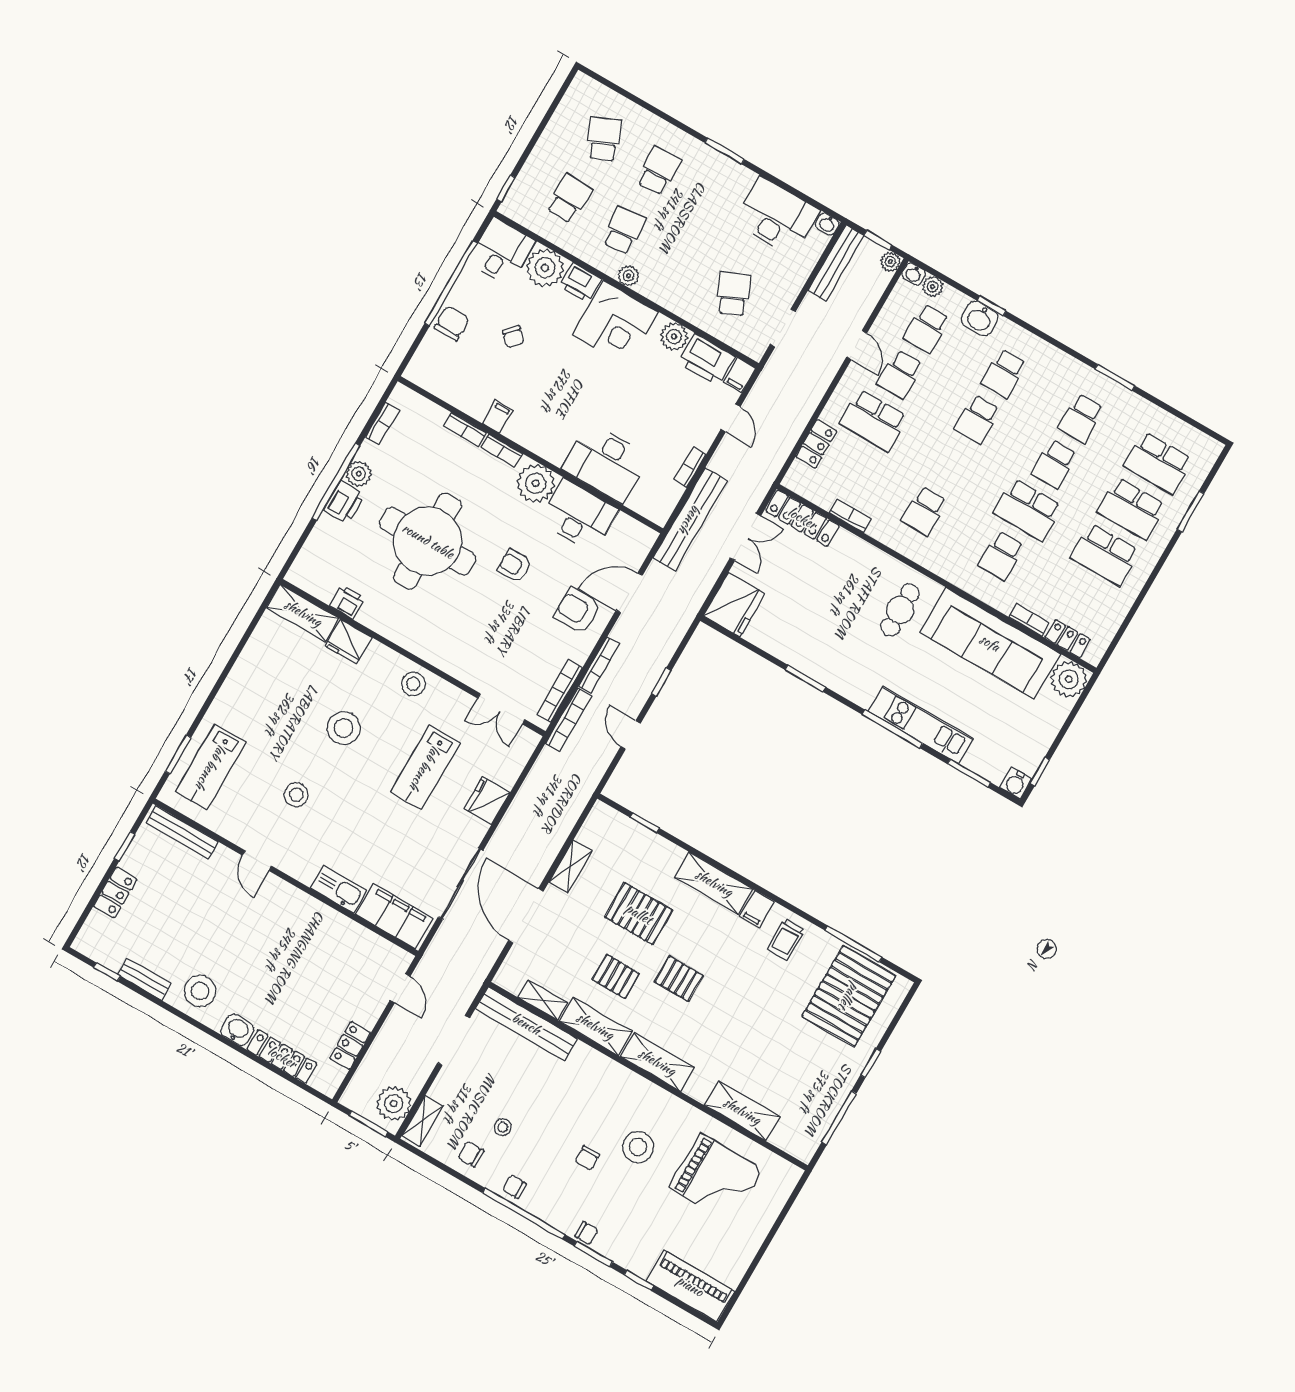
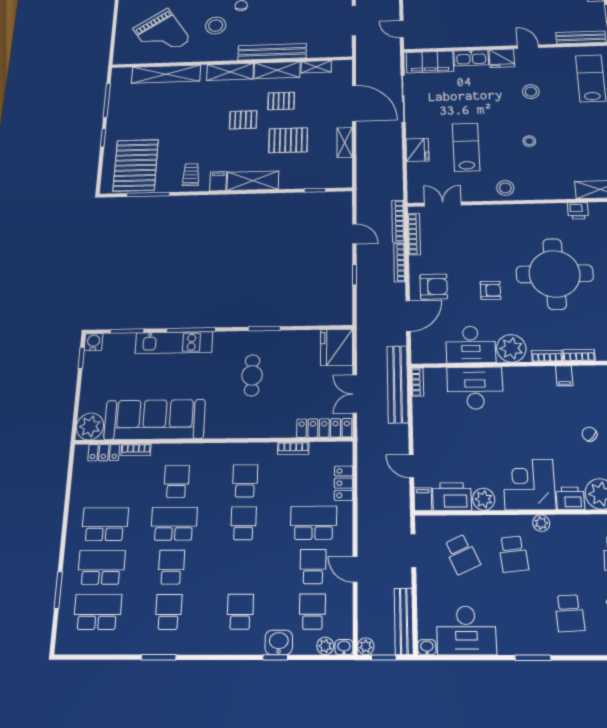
school desk: (624, 230) -> (513, 554), moved
school desk: (977, 419) -> (243, 523), moved
bookcase: (690, 467) -> (418, 382), moved
cafe table: (900, 610) -> (252, 375), moved
fridge: (348, 642) -> (502, 58), moved, turned 180
stool: (344, 728) -> (529, 141), width x0.53, depth x0.53
bench: (526, 1024) -> (272, 52), moved
shelving: (742, 1111) -> (166, 74), width x1.47
grand piano: (716, 1178) -> (162, 34), turned -124

